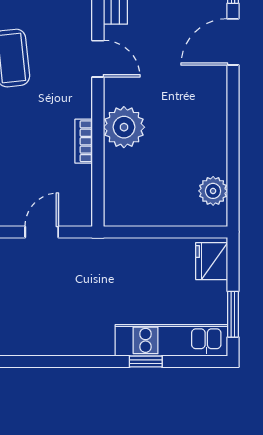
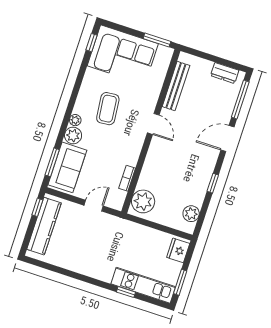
plant: (124, 127) -> (143, 201), moved
window: (233, 127) -> (213, 183), added
bookcase: (84, 141) -> (127, 178), moved

